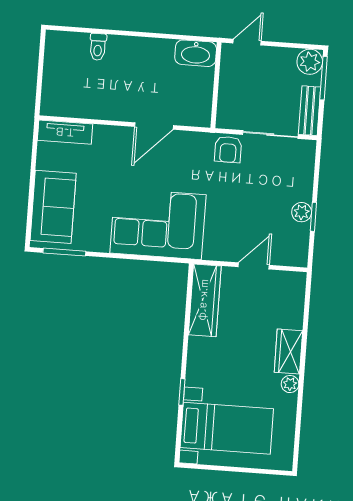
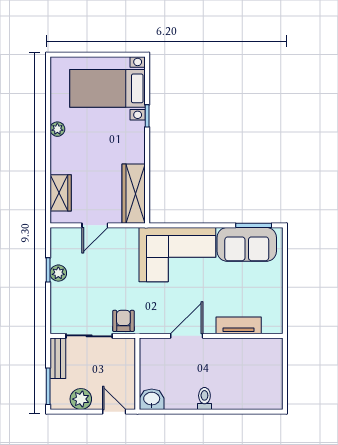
door: (247, 42) -> (114, 412), swing flipped
toilet: (98, 47) -> (204, 399), moved
washbasin: (196, 53) -> (152, 399), width x0.72
plant: (310, 62) -> (81, 399), moved
tv unit: (65, 132) -> (239, 325), moved
sofa: (53, 207) -> (247, 244), moved, turned -90
wardrobe: (288, 351) -> (61, 193), moved

